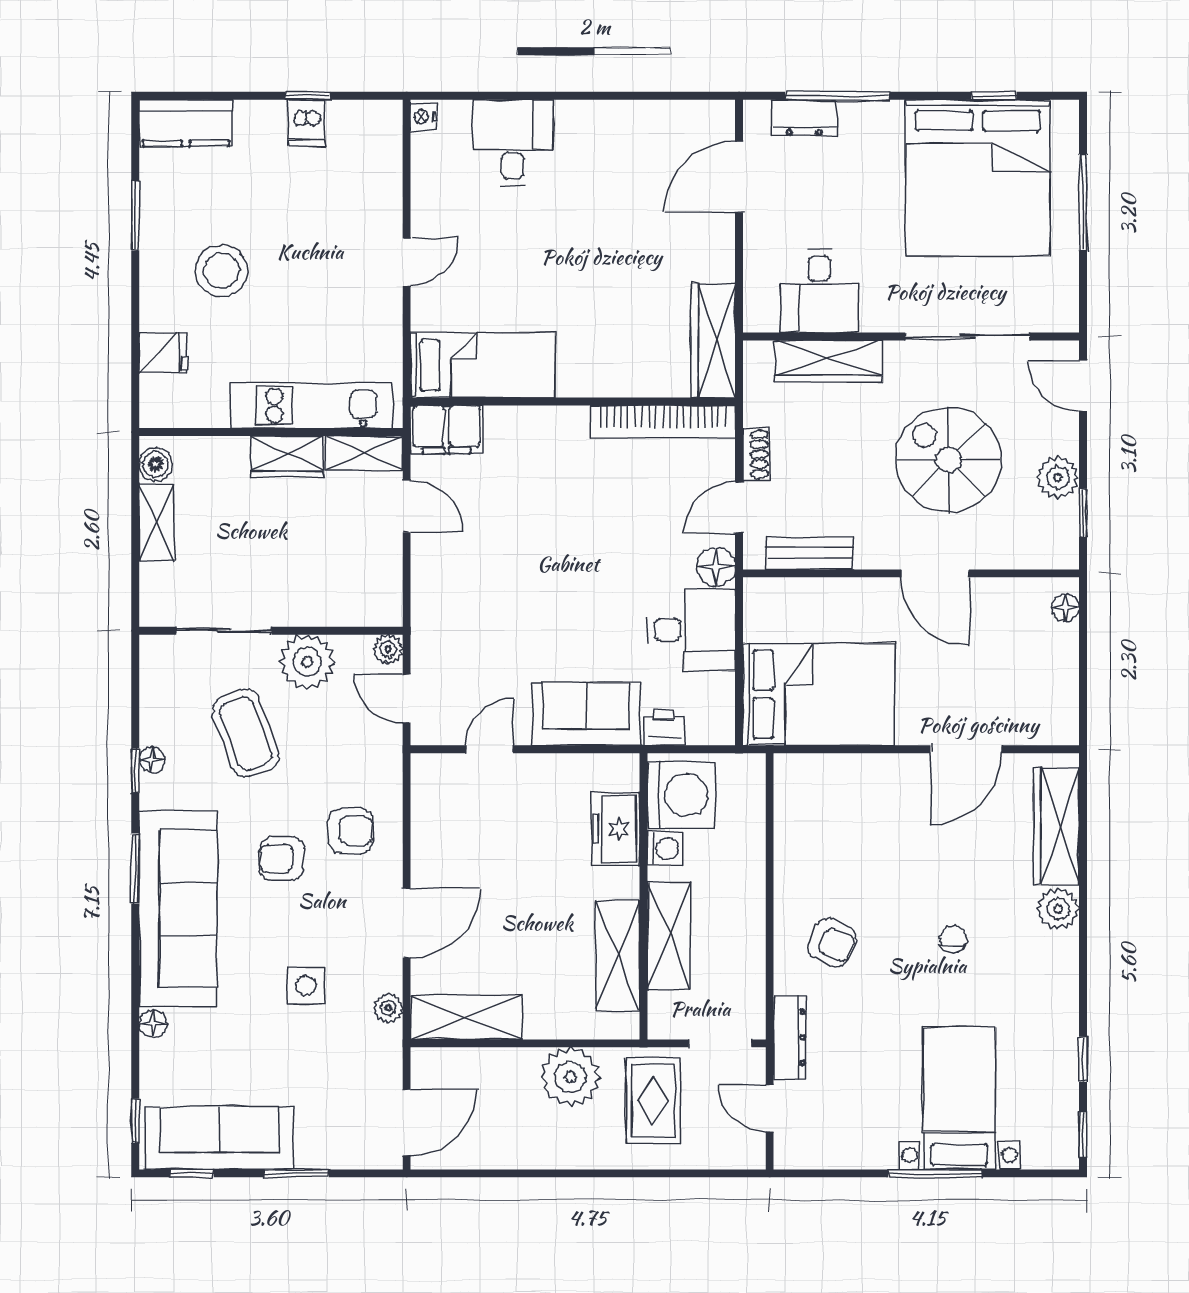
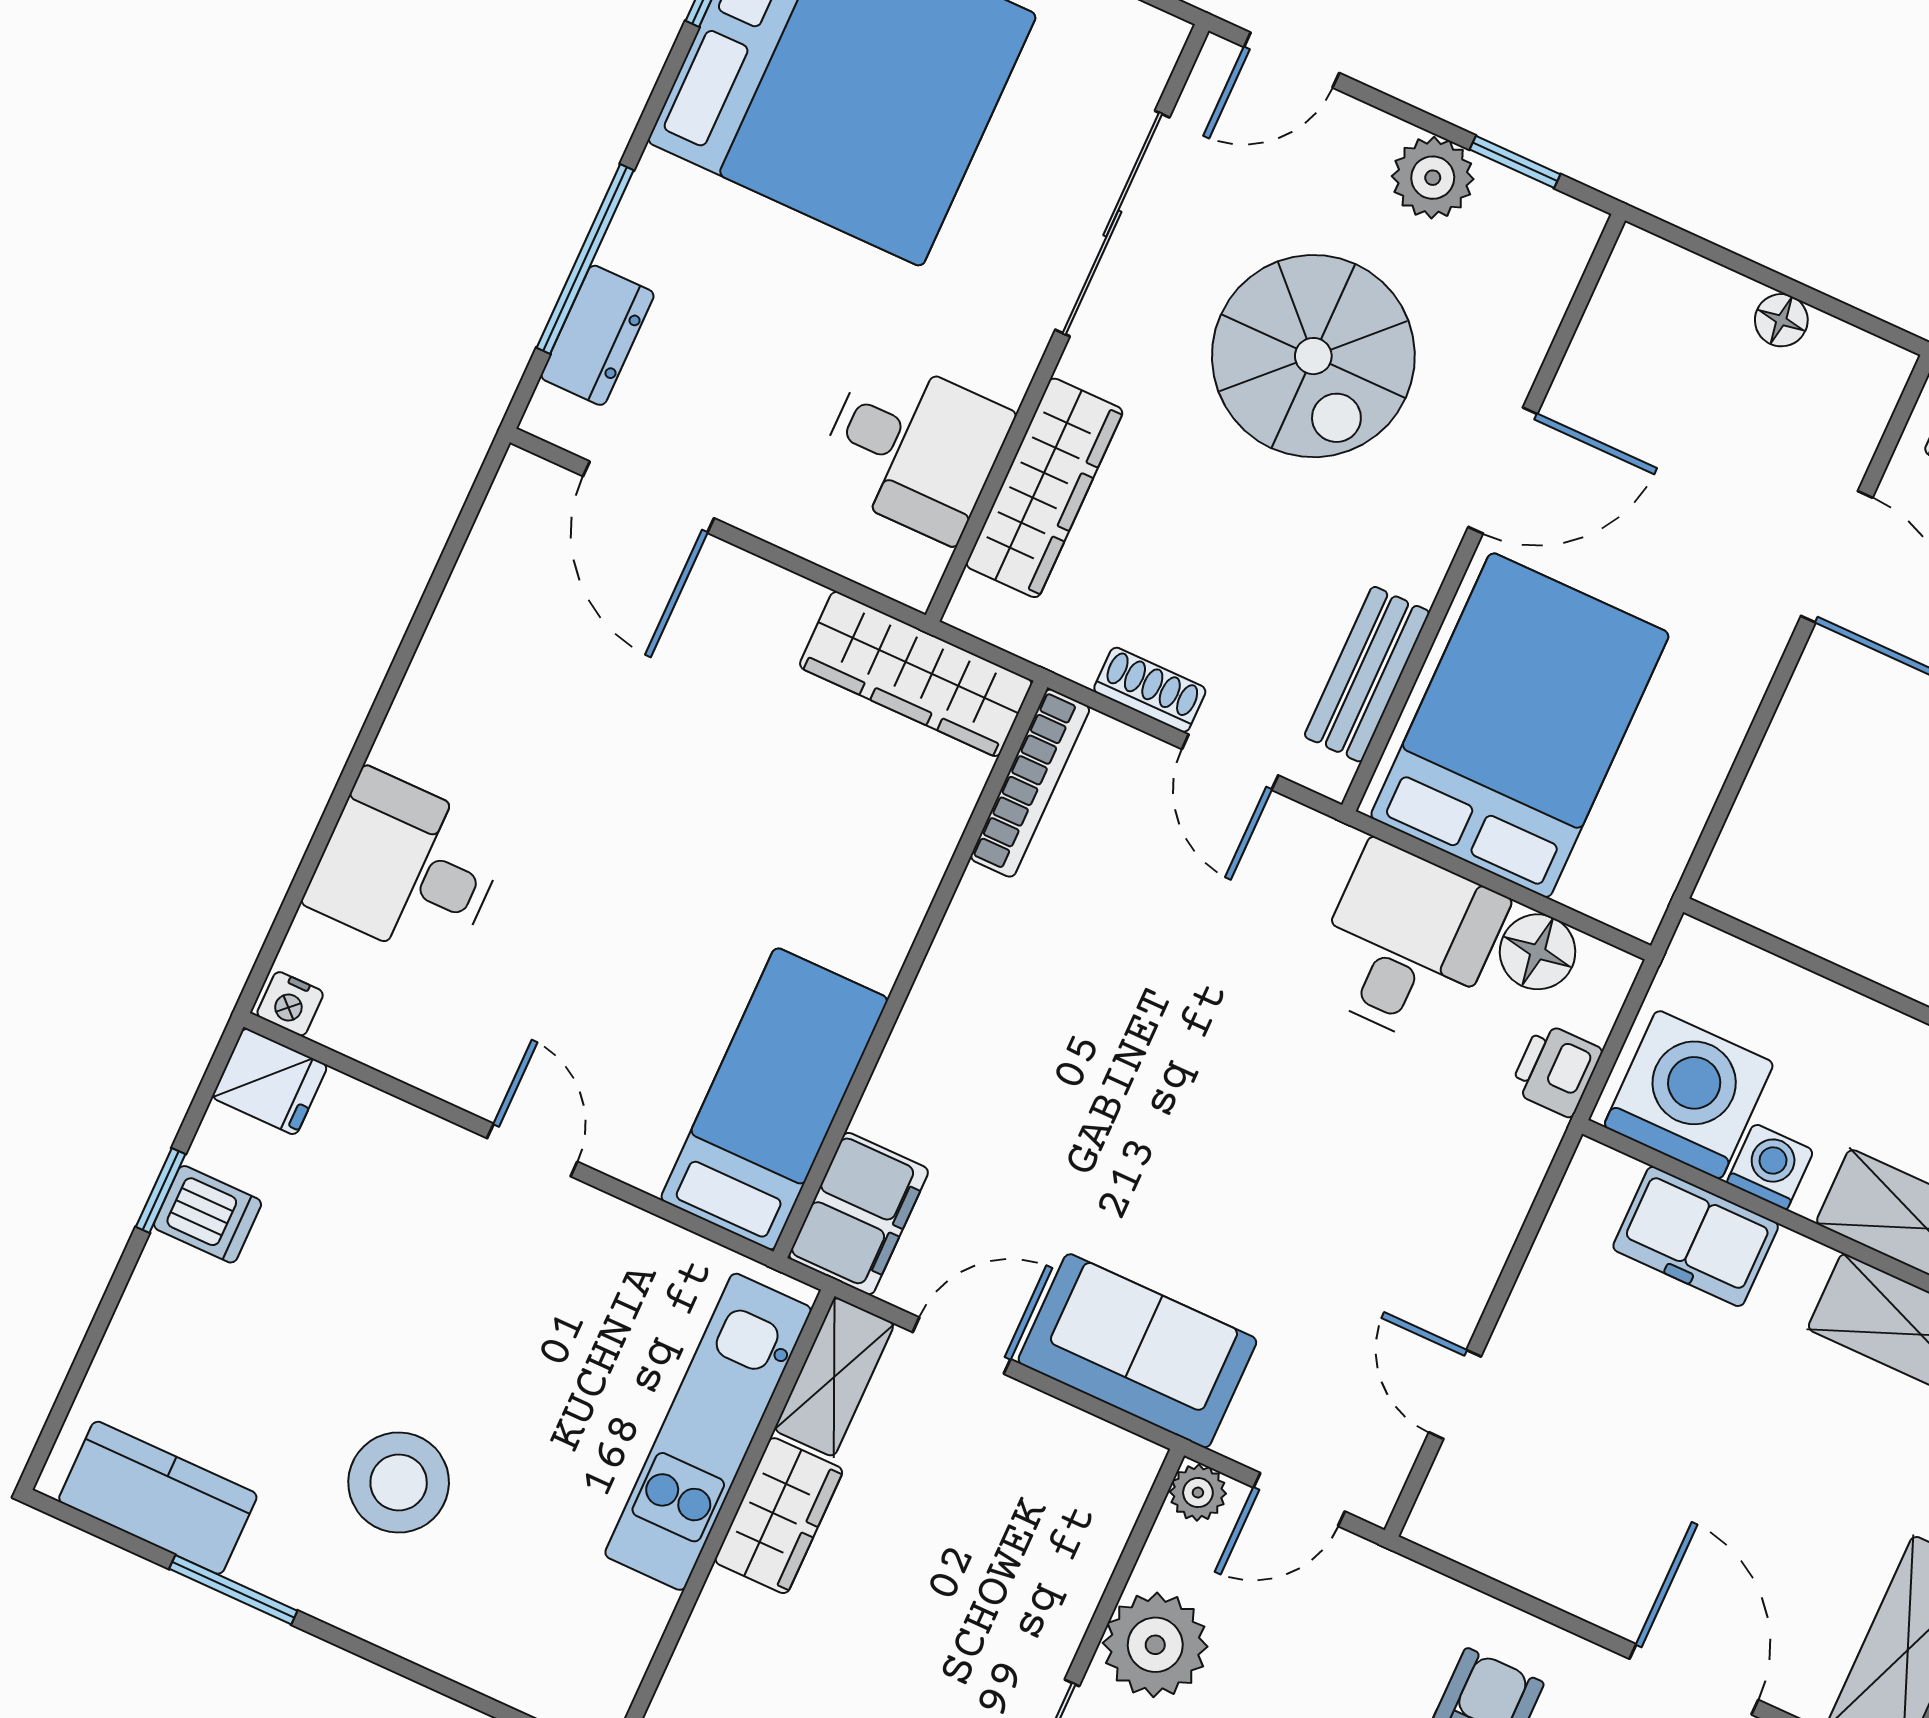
kitchen counter: (186, 123) -> (158, 1498), moved, turned -90
fridge: (163, 353) -> (270, 1081), moved, turned 90
bookcase: (663, 422) -> (1030, 783), width x0.68, depth x0.76
spiral stairs: (948, 460) -> (1313, 356), turned -90
floor lamp: (716, 567) -> (1538, 952), moved
floor lamp: (1066, 607) -> (1781, 320), moved
bed: (819, 694) -> (1520, 725), moved
sofa: (587, 714) -> (1137, 1351), moved, turned 90

